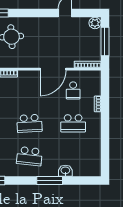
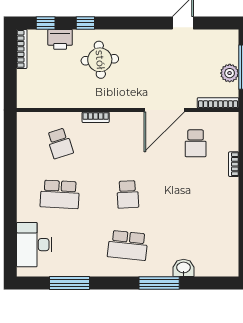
plant: (95, 23) -> (230, 73), moved
school desk: (29, 123) -> (128, 194), width x0.54
school desk: (73, 123) -> (196, 194), removed

